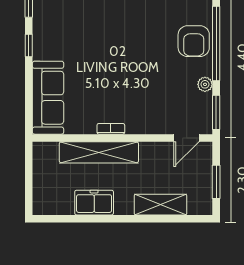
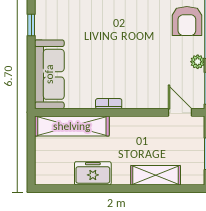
door: (186, 138) -> (180, 112), swing flipped
shelving: (99, 152) -> (72, 126), moved

